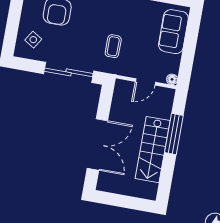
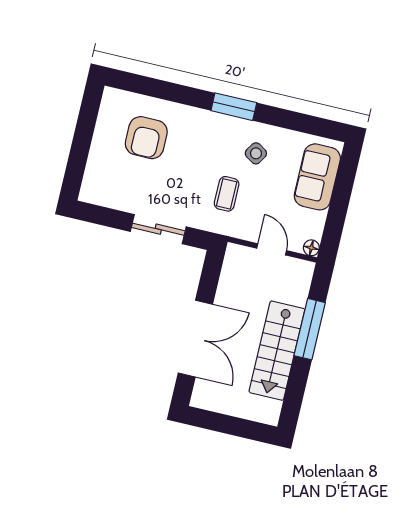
side table: (33, 40) -> (256, 153), moved
sliding door: (69, 72) -> (158, 229), width x0.73
door: (145, 82) -> (272, 249), swing flipped

